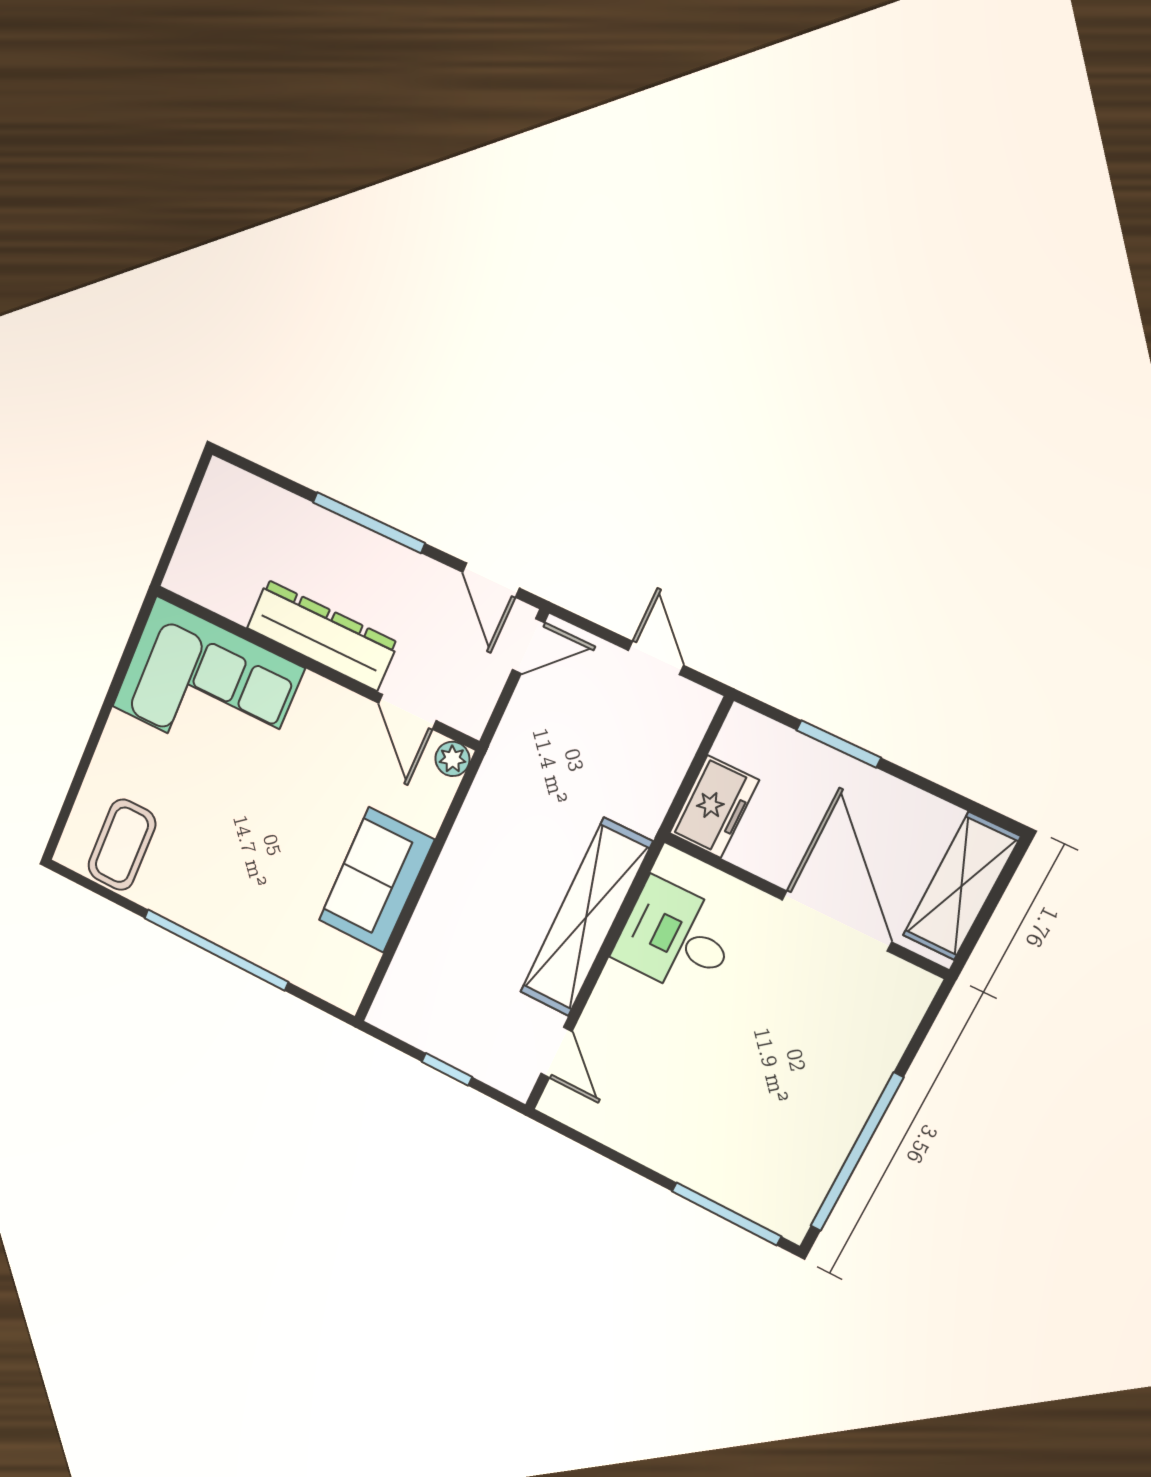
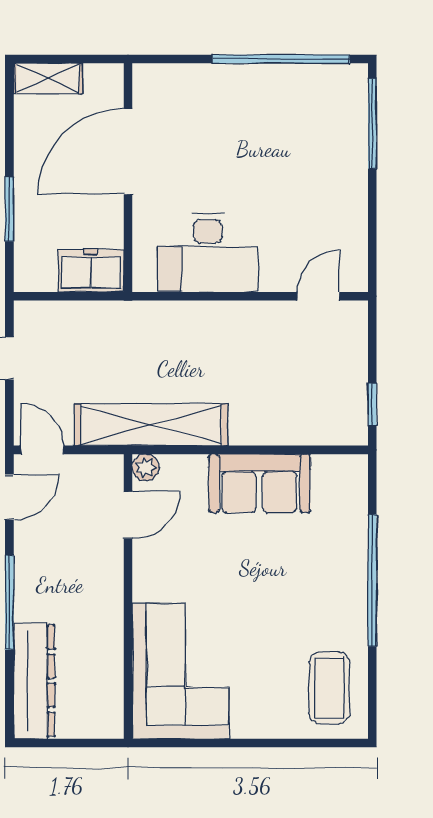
dresser: (322, 635) -> (34, 681), moved, turned 180
coffee table: (122, 845) -> (329, 688), turned 90
shelving: (961, 886) -> (48, 79), width x0.67, depth x0.75
shelving: (586, 918) -> (151, 425), moved
desk: (676, 938) -> (208, 253), width x1.37
window: (447, 1069) -> (372, 404), moved

